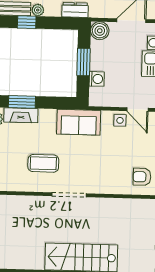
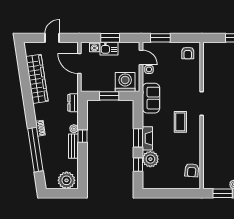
boiler: (100, 31) -> (87, 85), removed
washing machine: (97, 79) -> (125, 82), width x1.89, depth x1.89
door: (137, 109) -> (141, 57), hinge flipped

